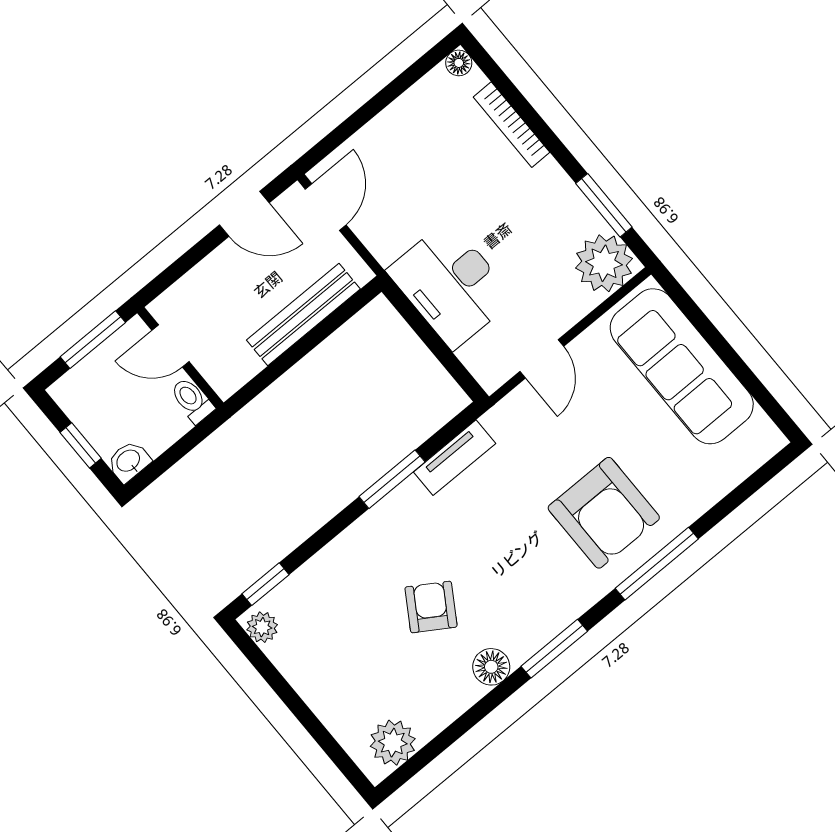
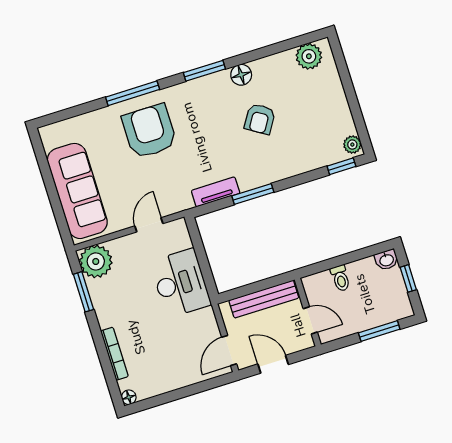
door: (171, 346) -> (310, 320), moved
wall: (180, 358) -> (308, 312), moved

